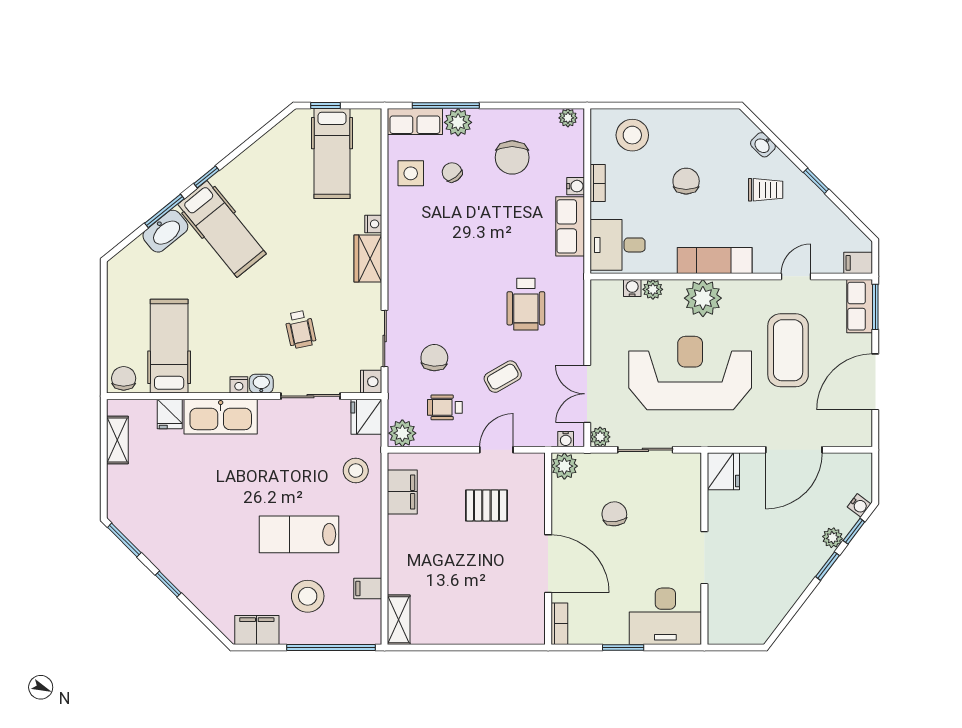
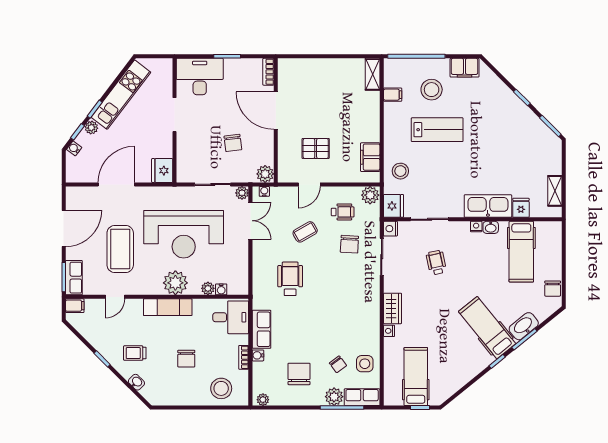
chair: (124, 378) -> (553, 289), moved
washbasin: (261, 384) -> (491, 227), moved
kitchen unit: (787, 588) -> (121, 95), added

